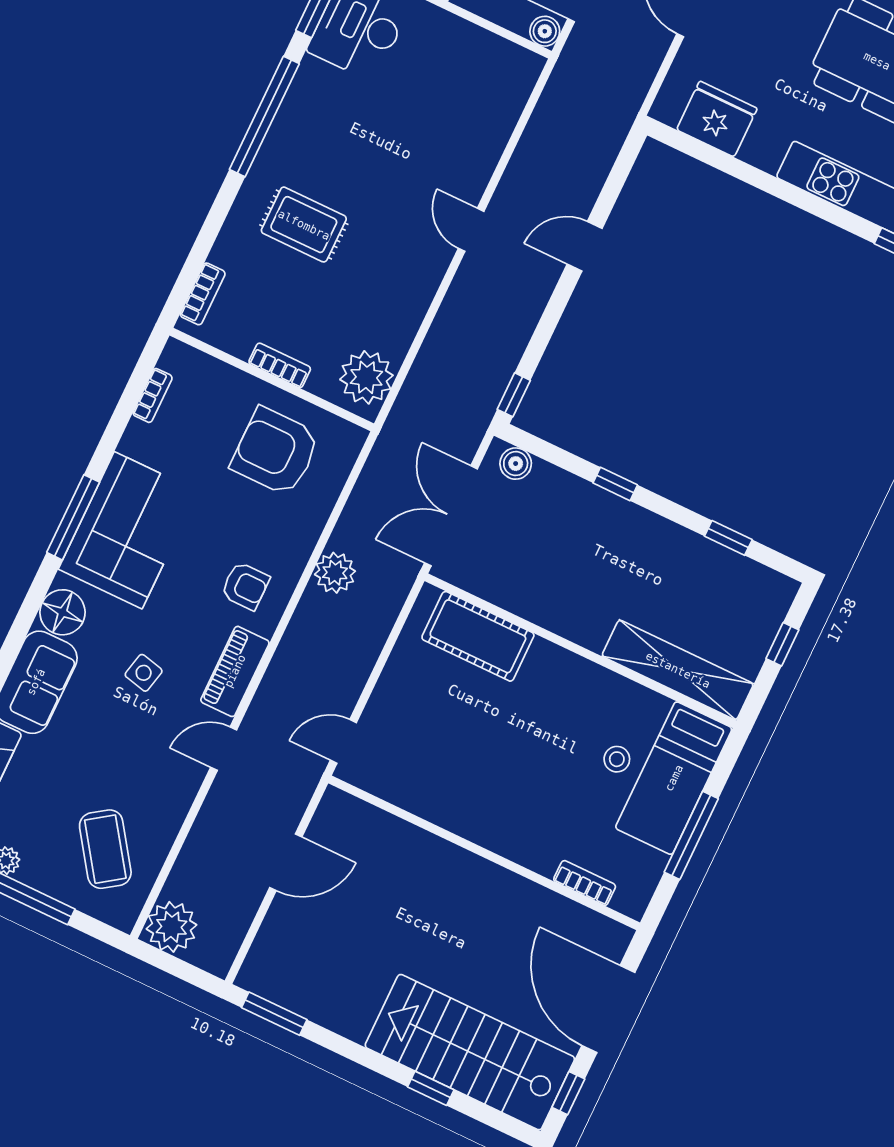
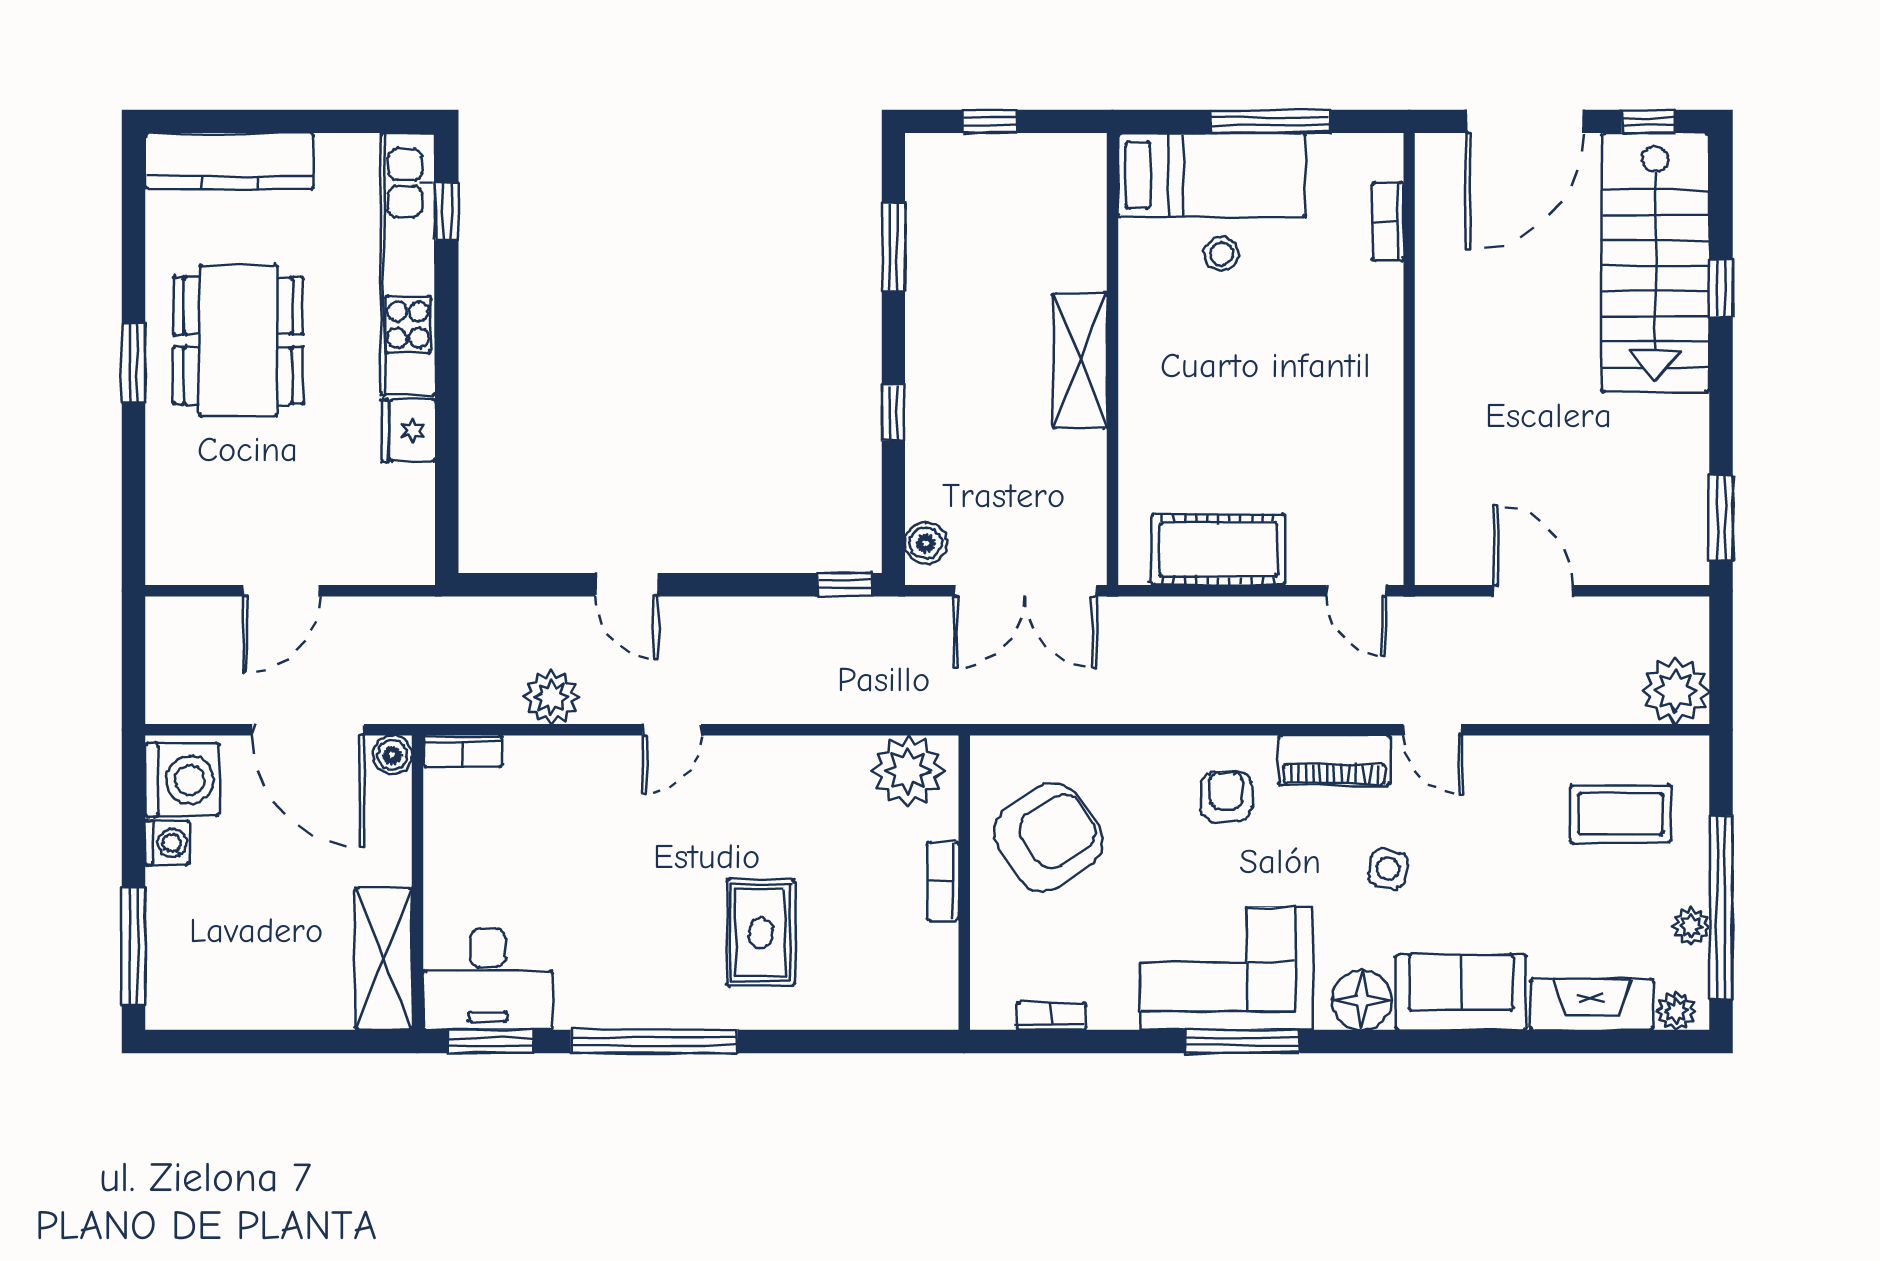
fridge: (717, 119) -> (408, 431), moved, width x0.73, depth x0.75
bookcase: (203, 294) -> (463, 751), moved, turned 180
armchair: (275, 451) -> (1048, 837), turned -124
window: (728, 538) -> (893, 247), width x1.50
plant: (335, 573) -> (552, 697), moved
cot: (478, 636) -> (1218, 550), moved, turned 90
shelving: (678, 670) -> (1080, 360), moved, width x0.68
coffee table: (105, 849) -> (1621, 814), turned 35

